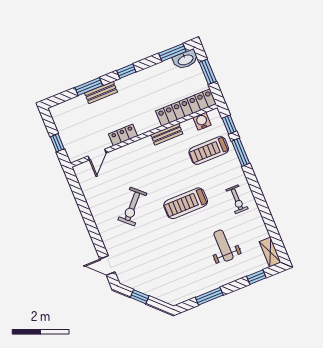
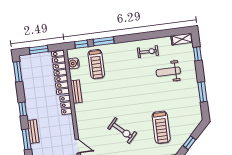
washbasin: (185, 60) -> (25, 64), removed
locker: (123, 135) -> (66, 105), moved
exercise bike: (237, 199) -> (148, 52), moved
treadmill: (186, 203) -> (161, 127), moved

